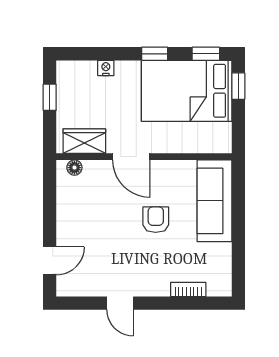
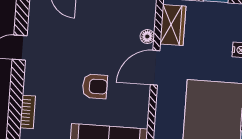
floor lamp: (74, 168) -> (147, 37), moved

